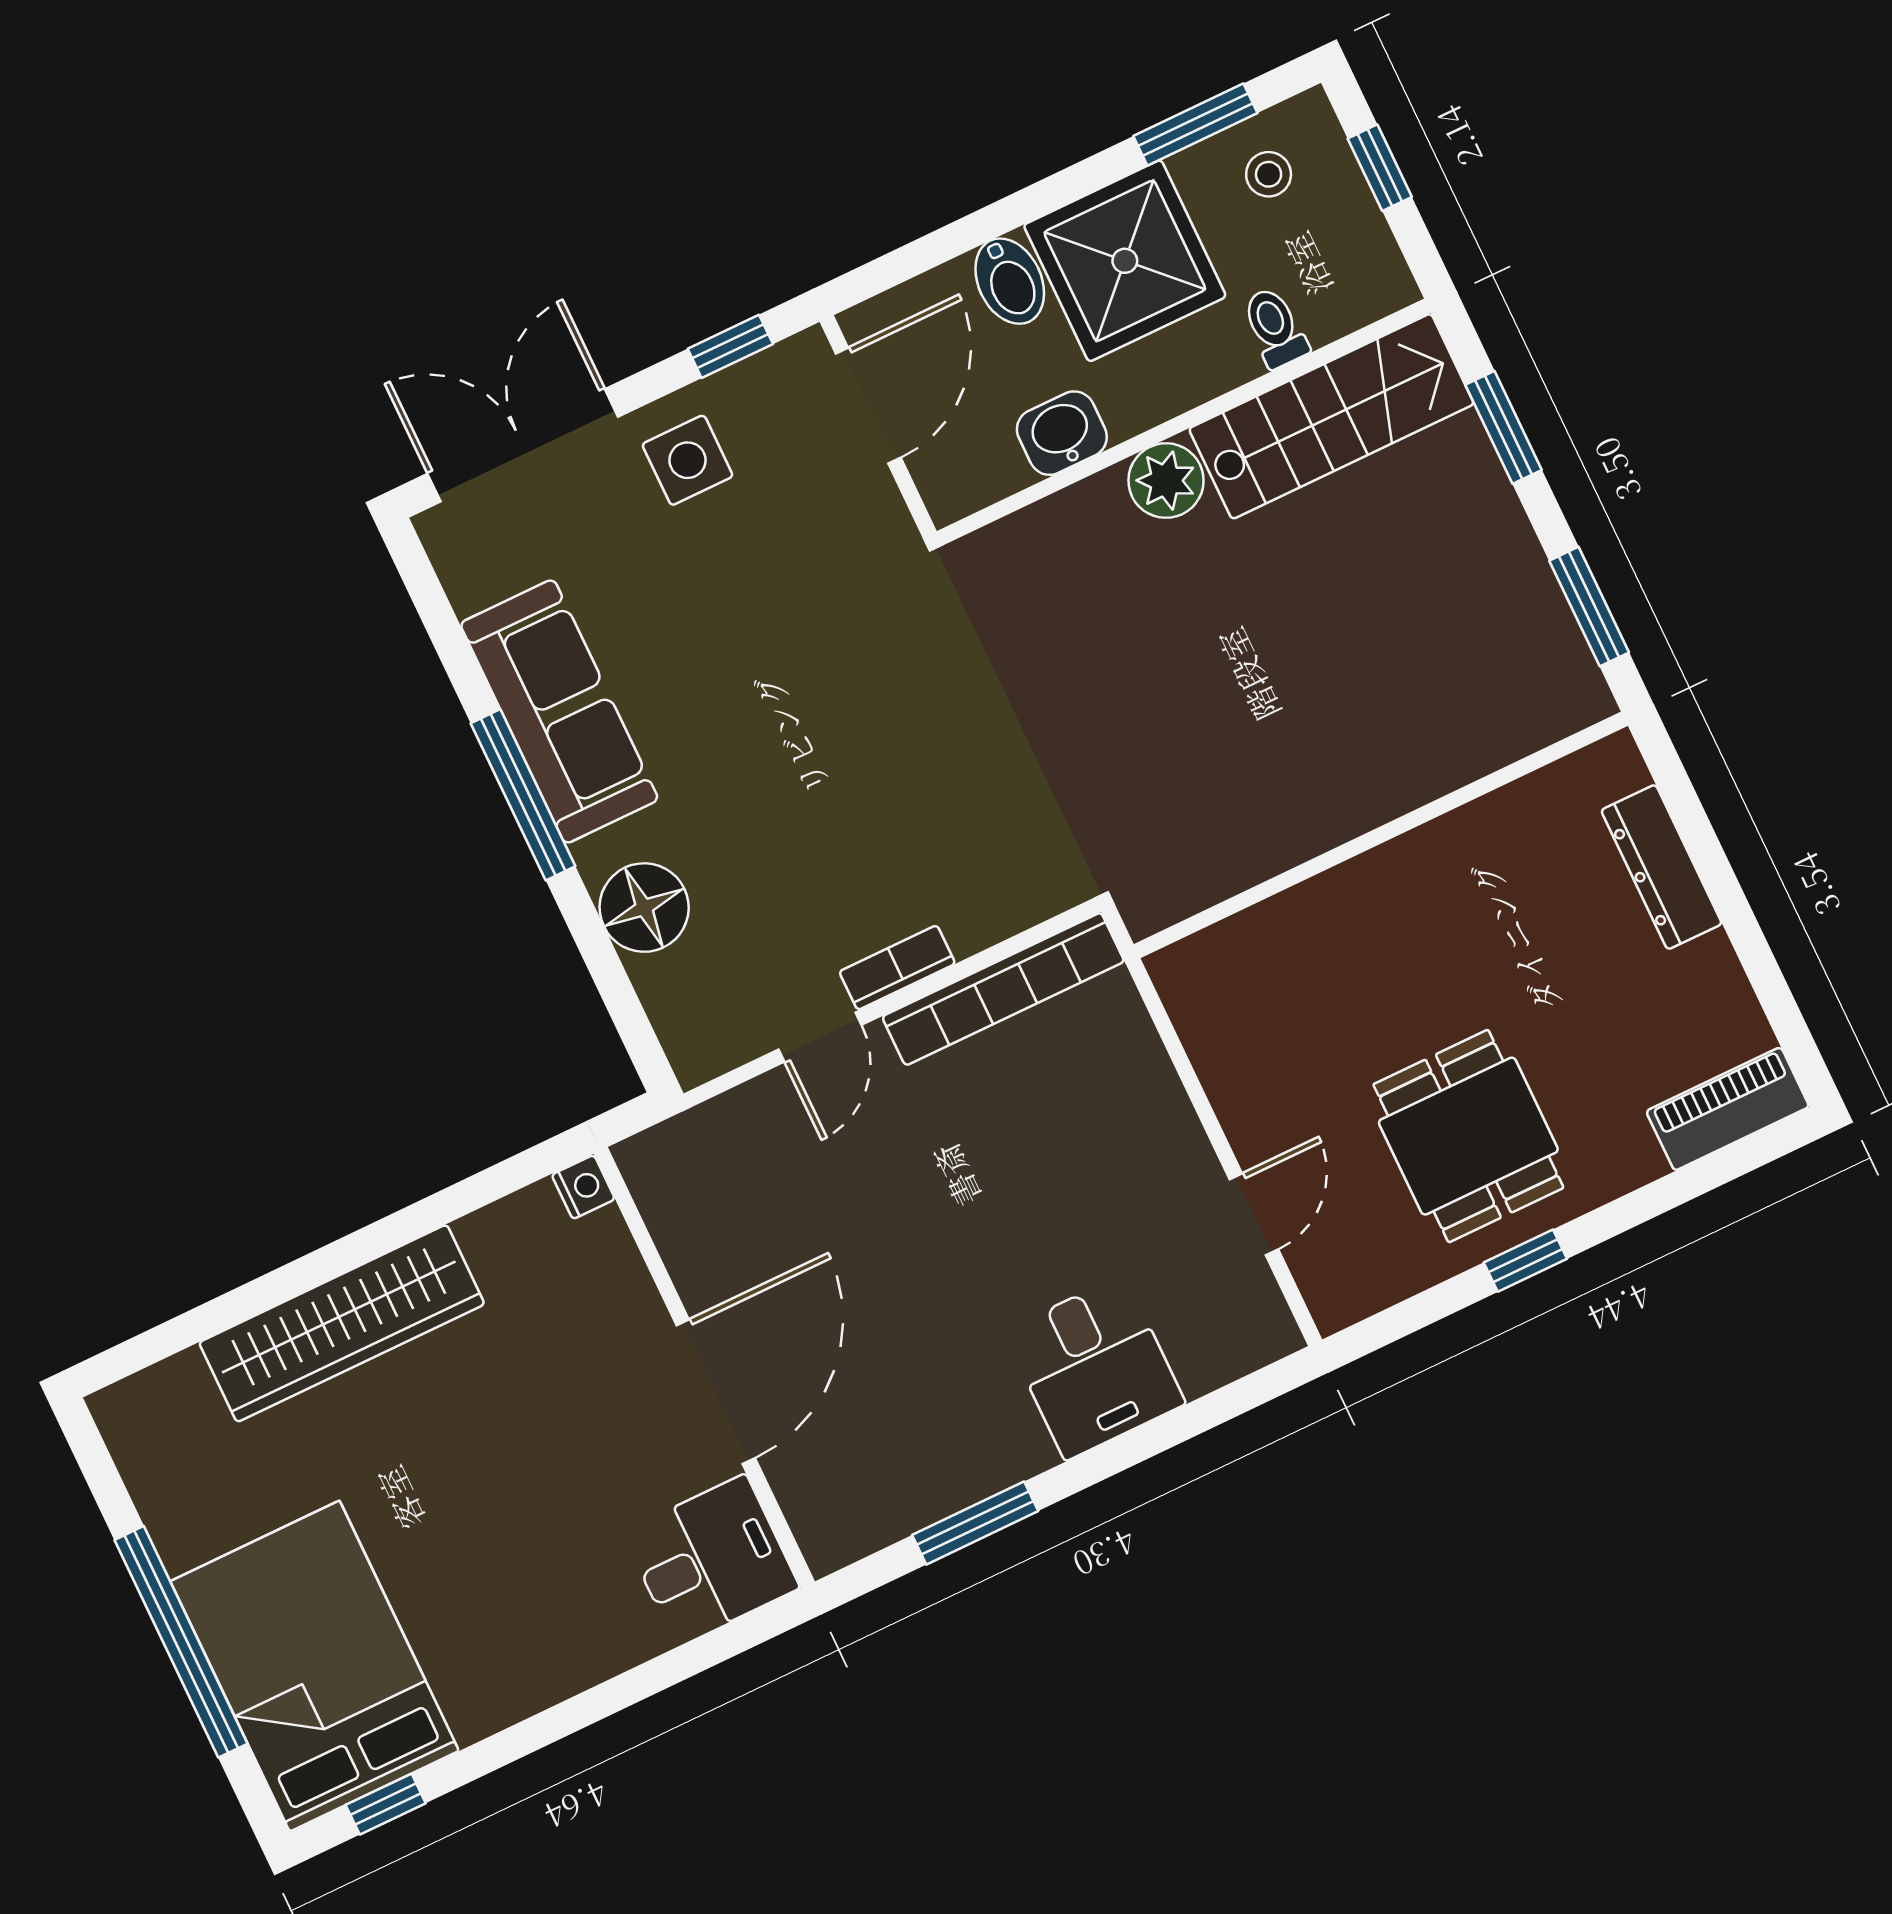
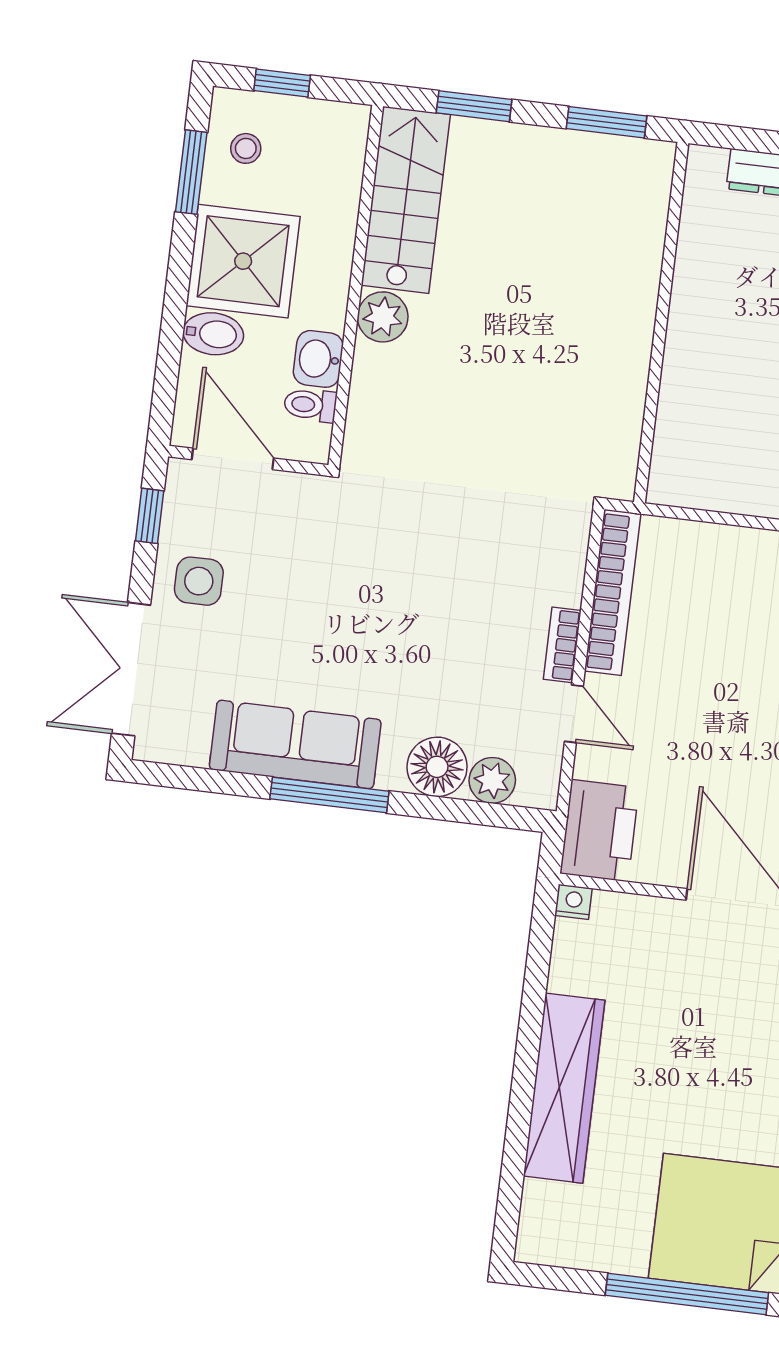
toilet: (1275, 328) -> (310, 405), moved
plant: (671, 988) -> (492, 780), added
printer: (694, 1163) -> (600, 831), added

